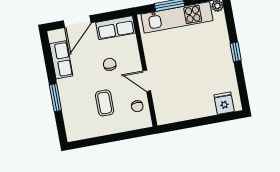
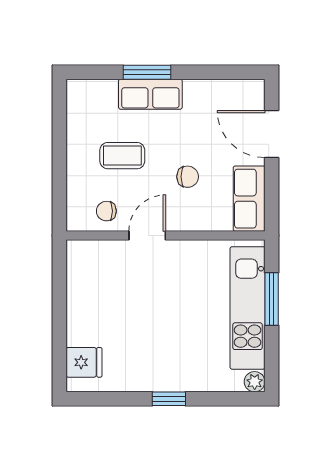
row of seats: (61, 60) -> (150, 94), moved

